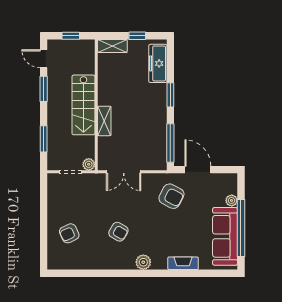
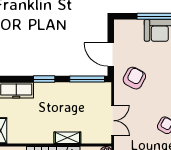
door: (198, 170) -> (111, 55), hinge flipped
plant: (232, 200) -> (138, 25), removed

